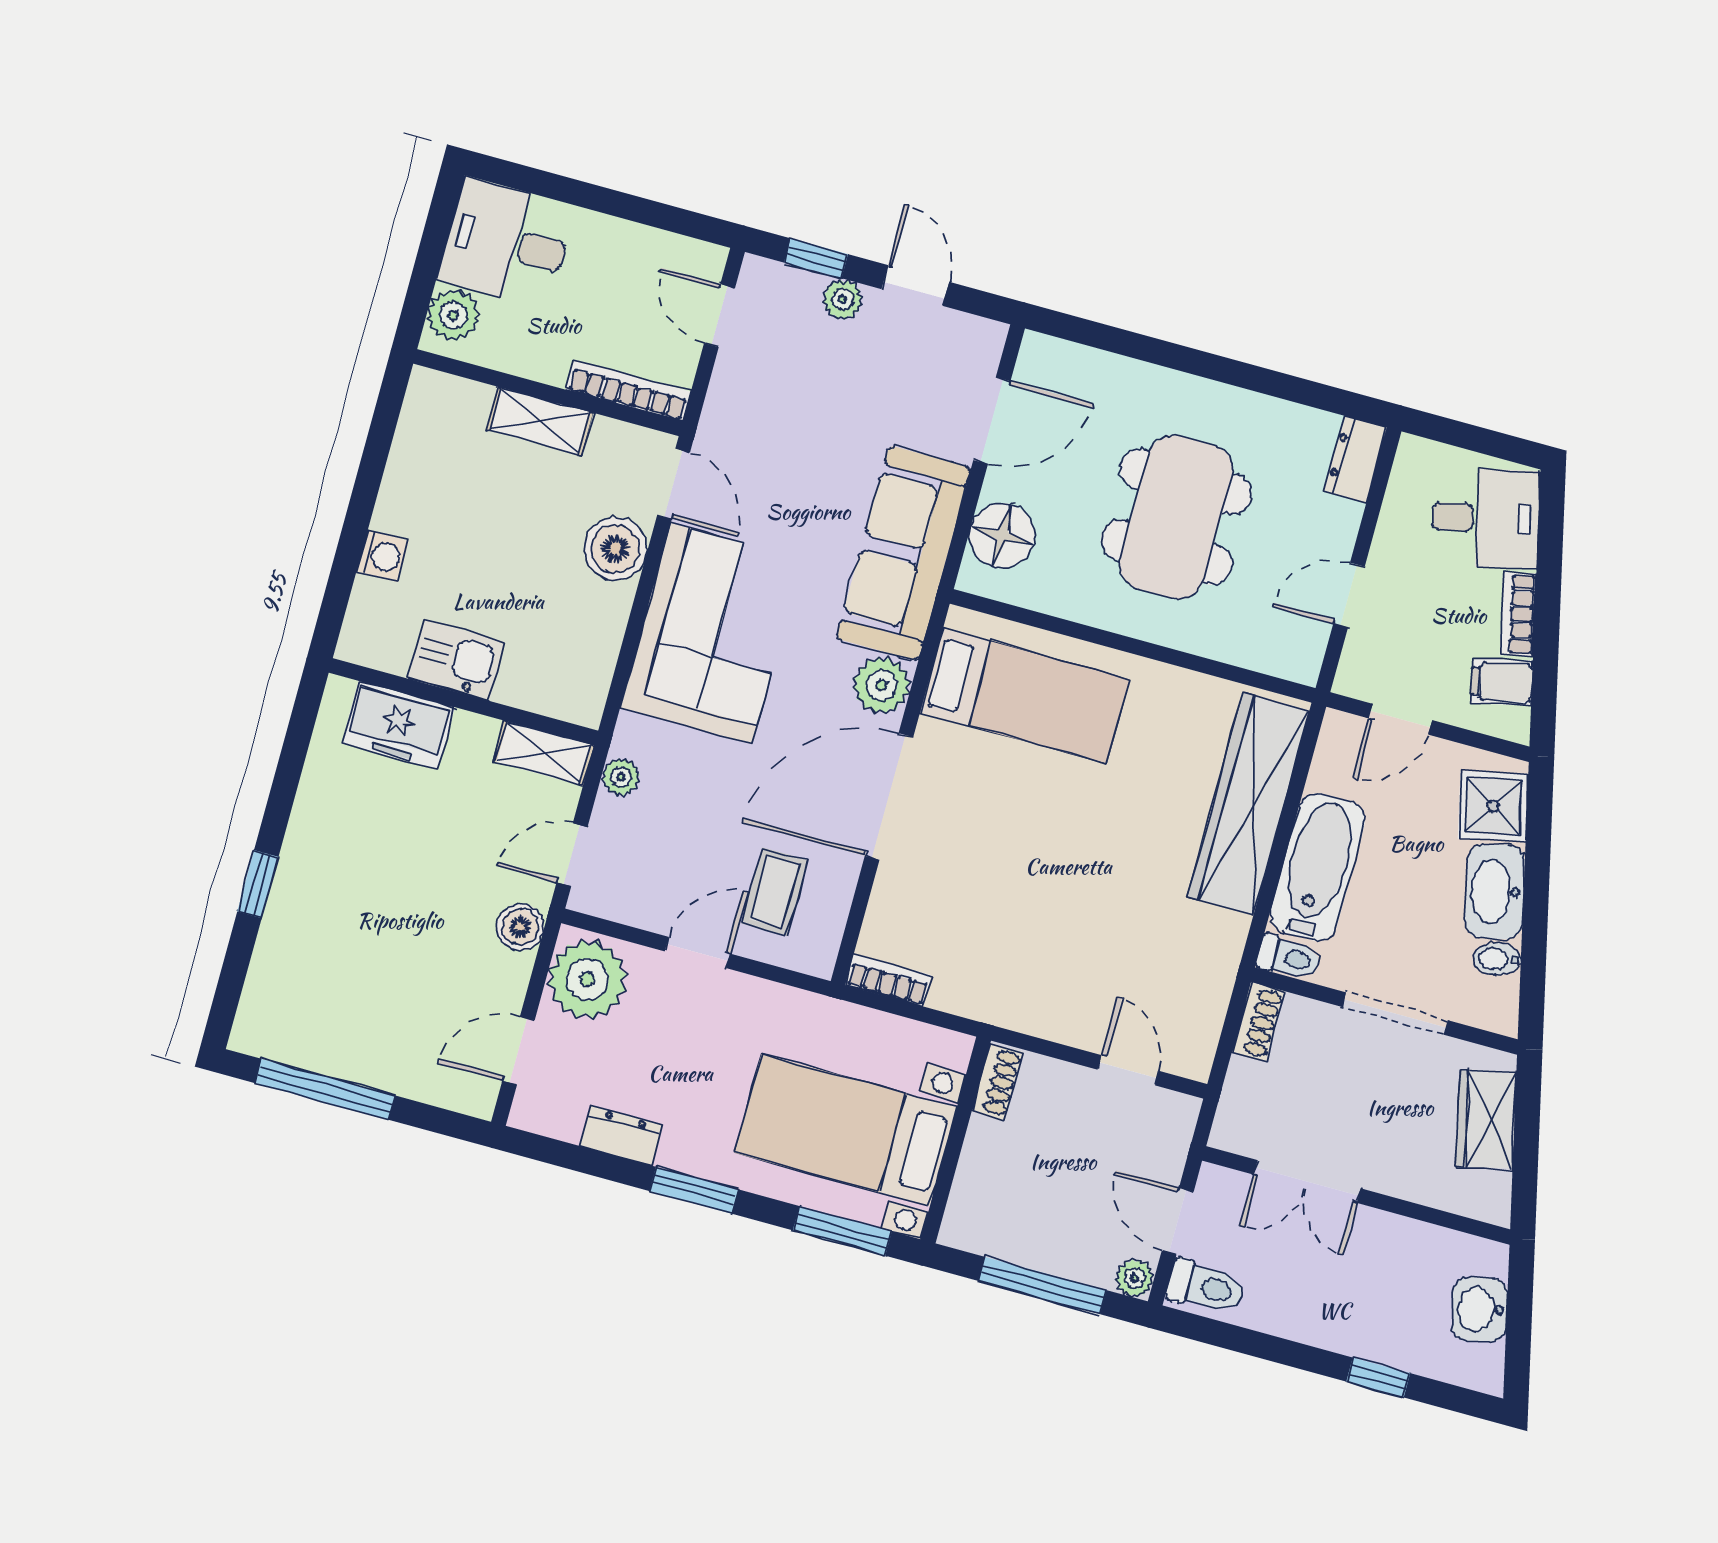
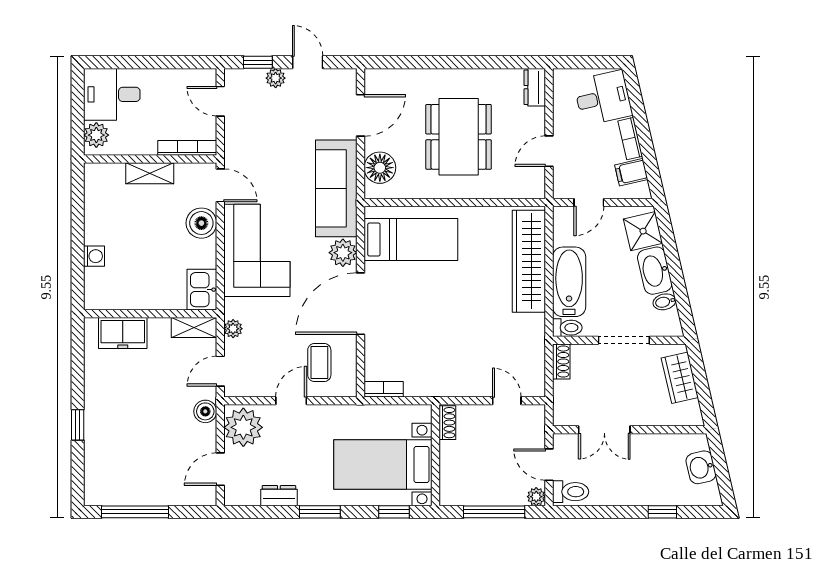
kitchen sink: (456, 660) -> (202, 290), moved, turned -90
window: (842, 1231) -> (394, 512), width x0.67

